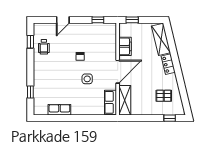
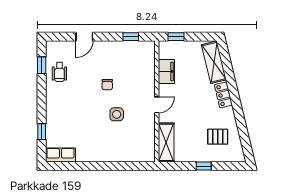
door: (118, 72) -> (157, 105), width x0.53
row of seats: (110, 102) -> (147, 145), removed
row of seats: (59, 110) -> (60, 155), moved
window: (170, 118) -> (204, 166), moved

